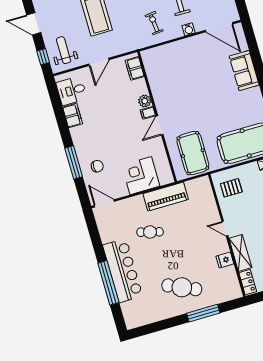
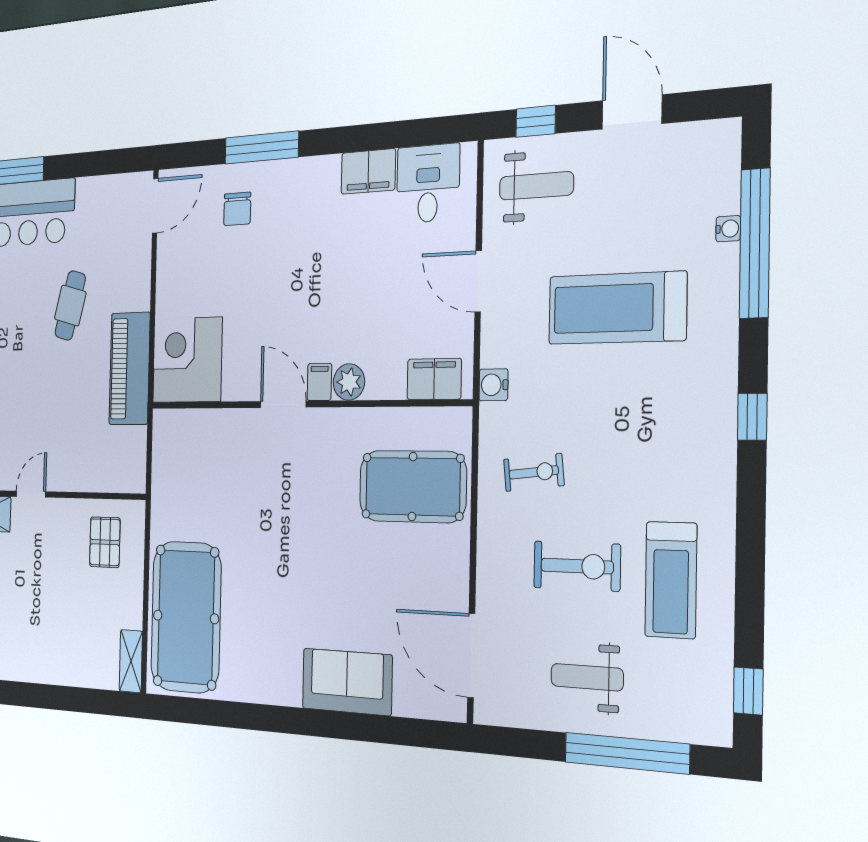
door: (34, 24) -> (632, 112), hinge flipped
door: (219, 27) -> (471, 656), hinge flipped
water cooler: (189, 29) -> (493, 385), moved
pool table: (193, 153) -> (413, 486), moved
corner desk: (141, 176) -> (187, 360), moved, turned -90

